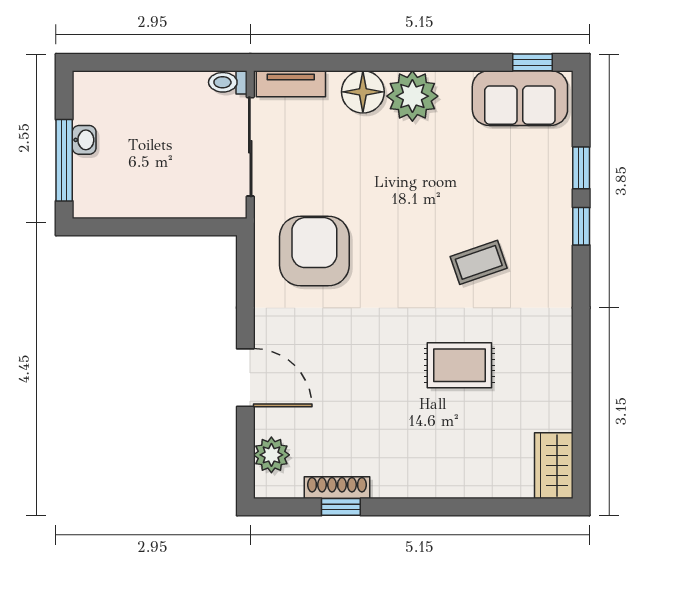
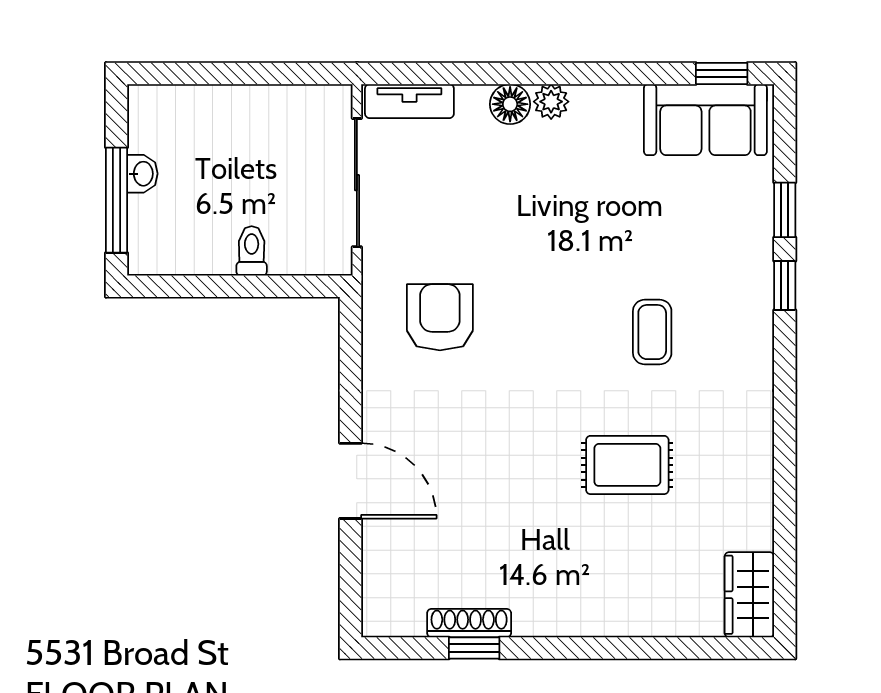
toilet: (228, 82) -> (252, 251), moved, turned 90
floor lamp: (363, 92) -> (510, 104), width x0.73, depth x0.73
plant: (412, 96) -> (551, 102), width x0.53, depth x0.53
armchair: (314, 251) -> (440, 317), width x0.73, depth x0.73
coffee table: (479, 262) -> (652, 332), turned -71
plant: (271, 455) -> (384, 581), removed

